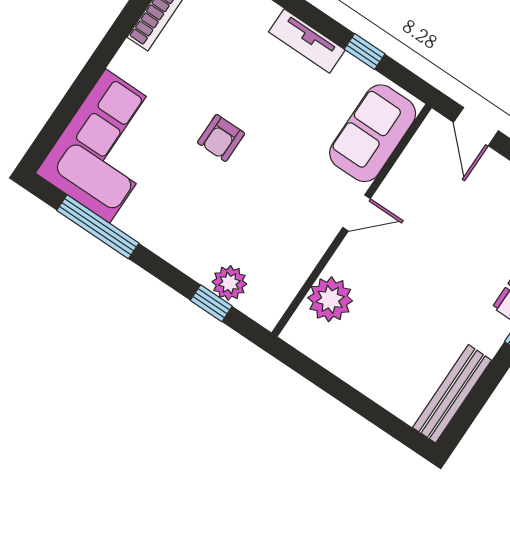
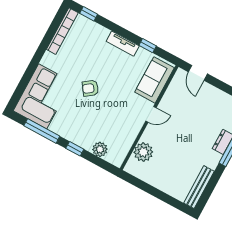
armchair: (221, 138) -> (90, 88), turned 54
window: (211, 303) -> (75, 149), moved

